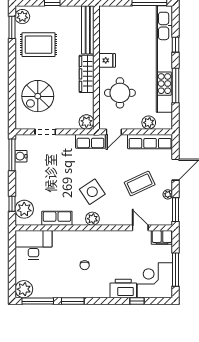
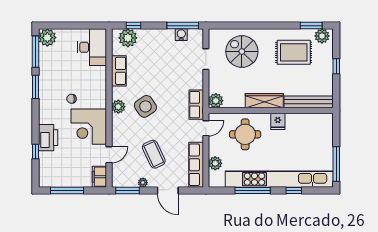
rug: (38, 45) -> (294, 52), turned 90
door: (114, 132) -> (206, 128), swing flipped
corner desk: (155, 280) -> (89, 127), moved, turned 180

